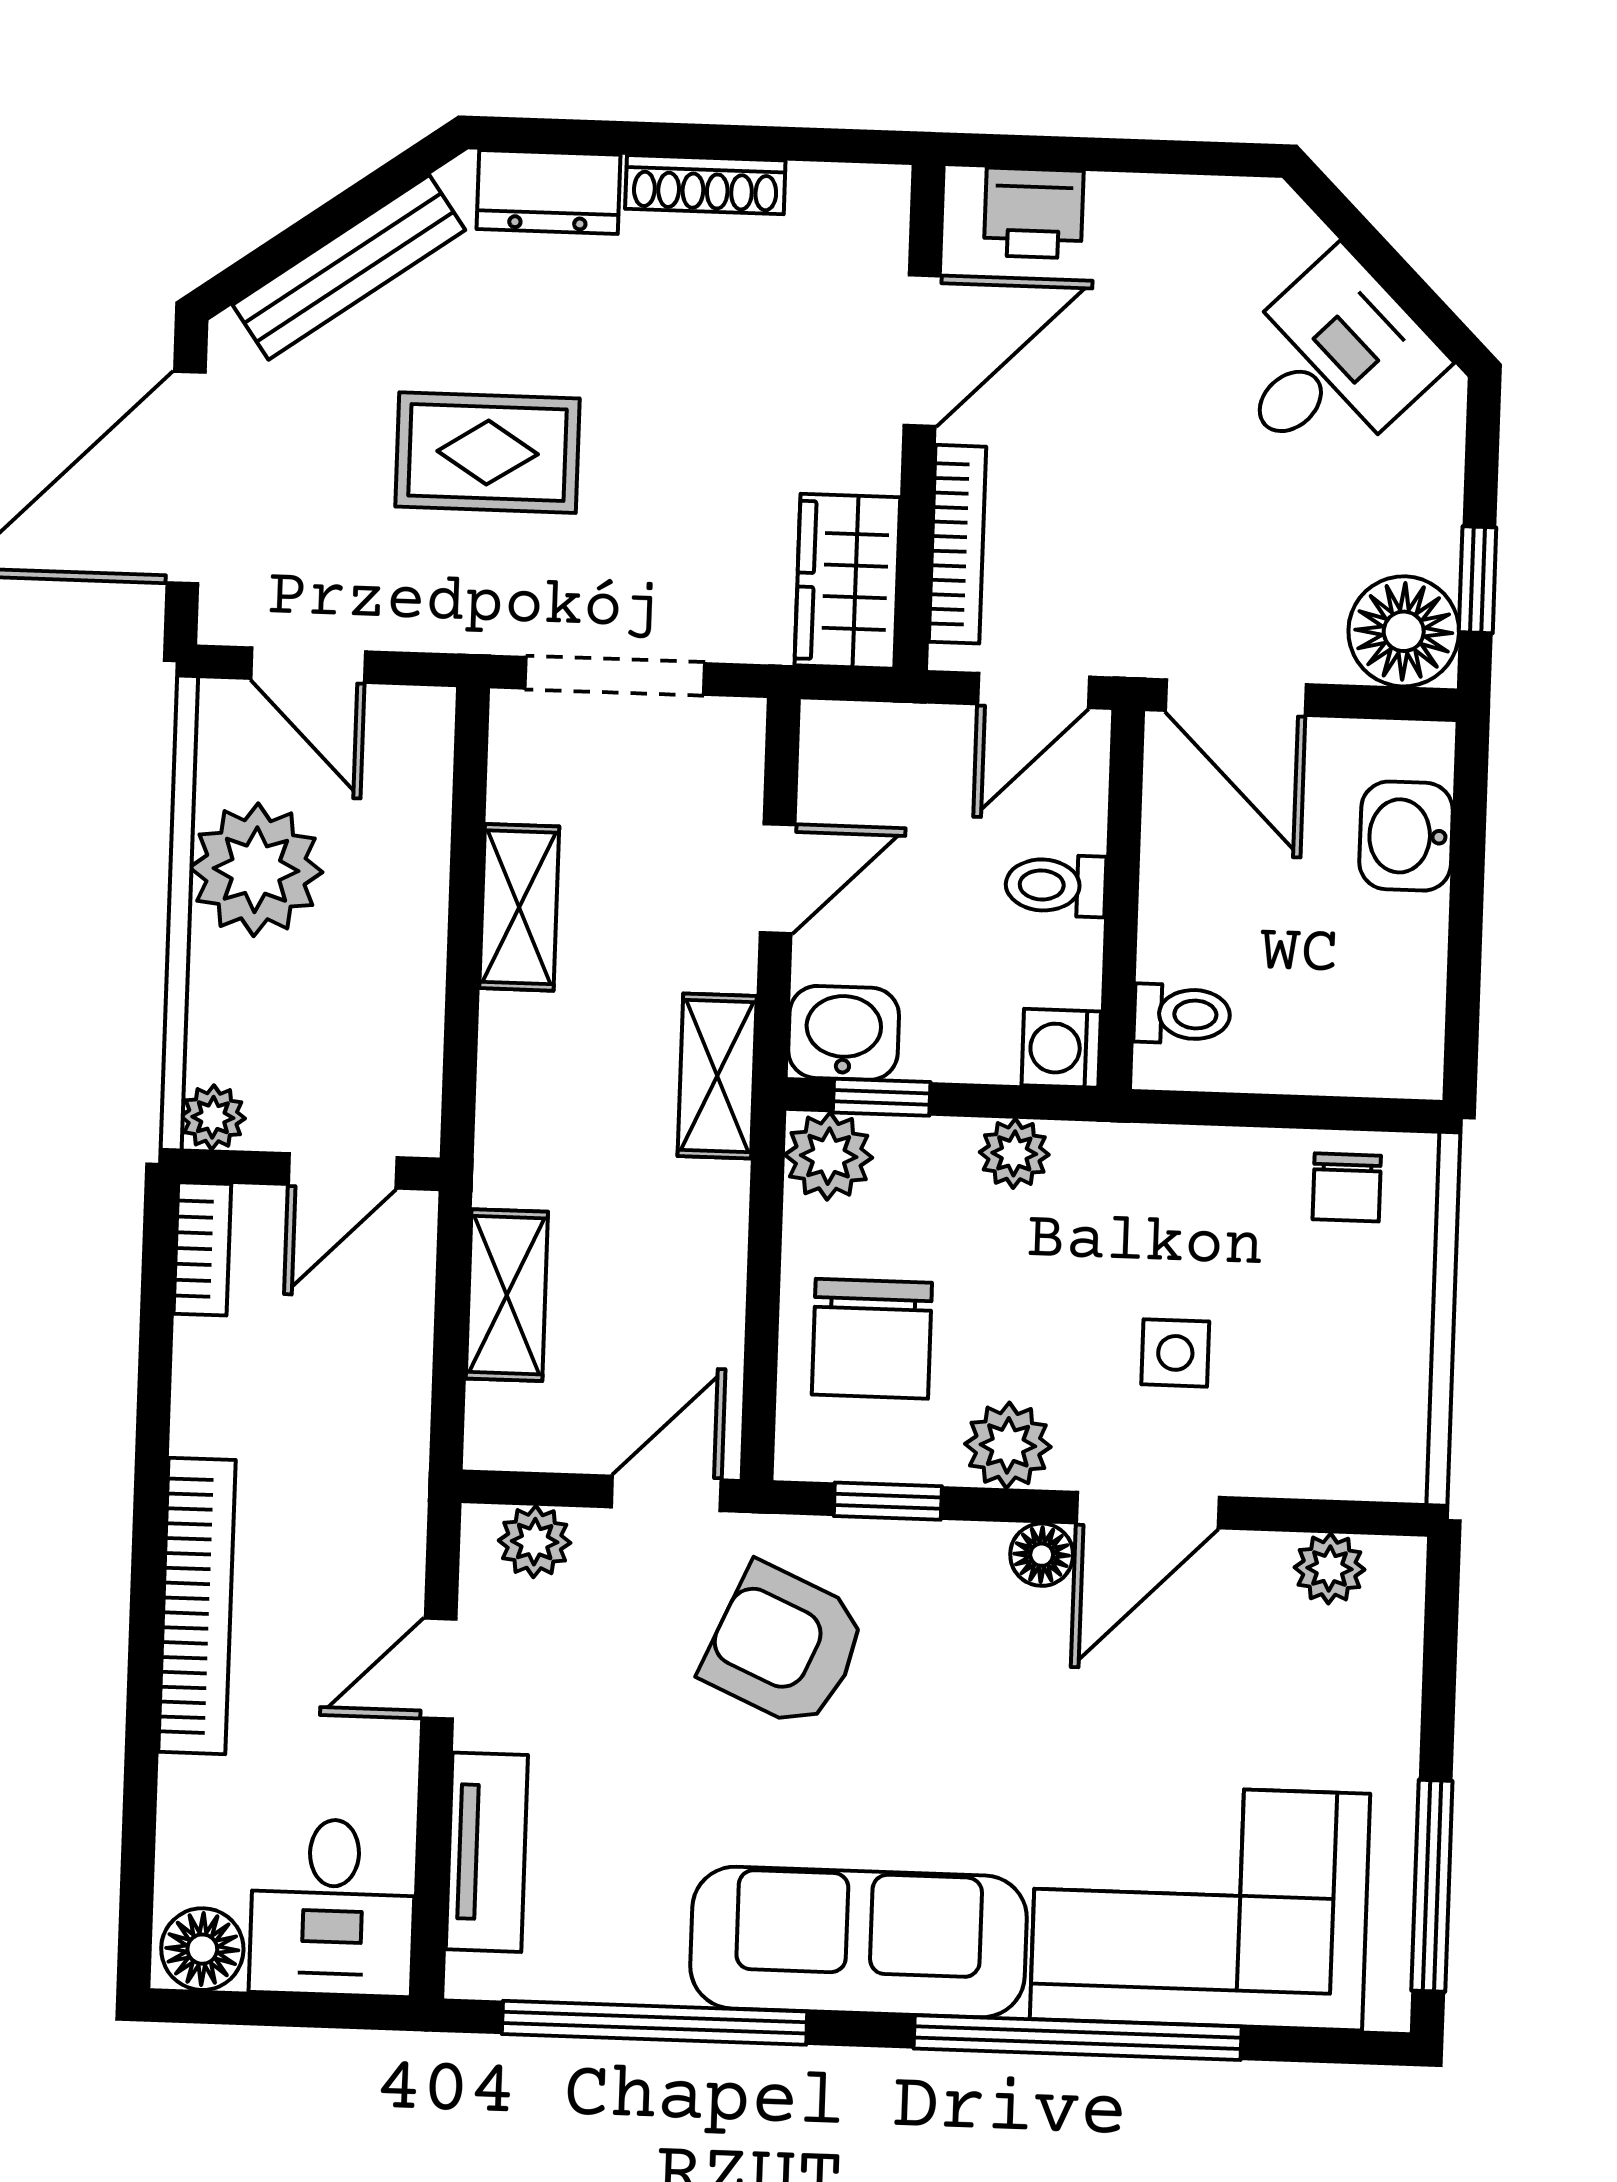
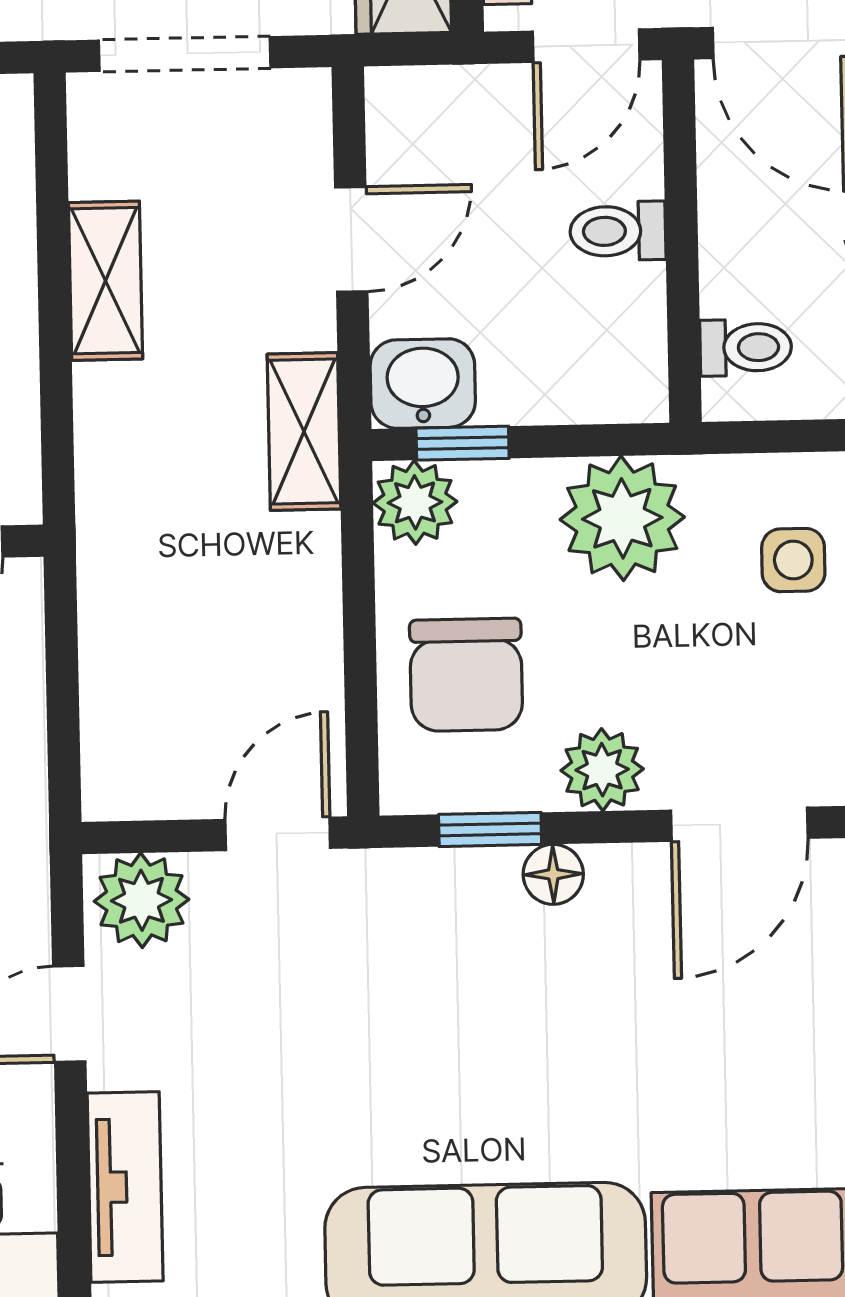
washing machine: (1061, 1048) -> (632, 387), removed
plant: (1014, 1153) -> (622, 518), width x1.87, depth x1.87
shelving: (507, 1295) -> (114, 653), removed
side table: (1175, 1353) -> (793, 560), moved
plant: (535, 1542) -> (141, 900), width x1.38, depth x1.38
floor lamp: (1042, 1555) -> (553, 874), moved
armchair: (784, 1646) -> (399, 974), removed

